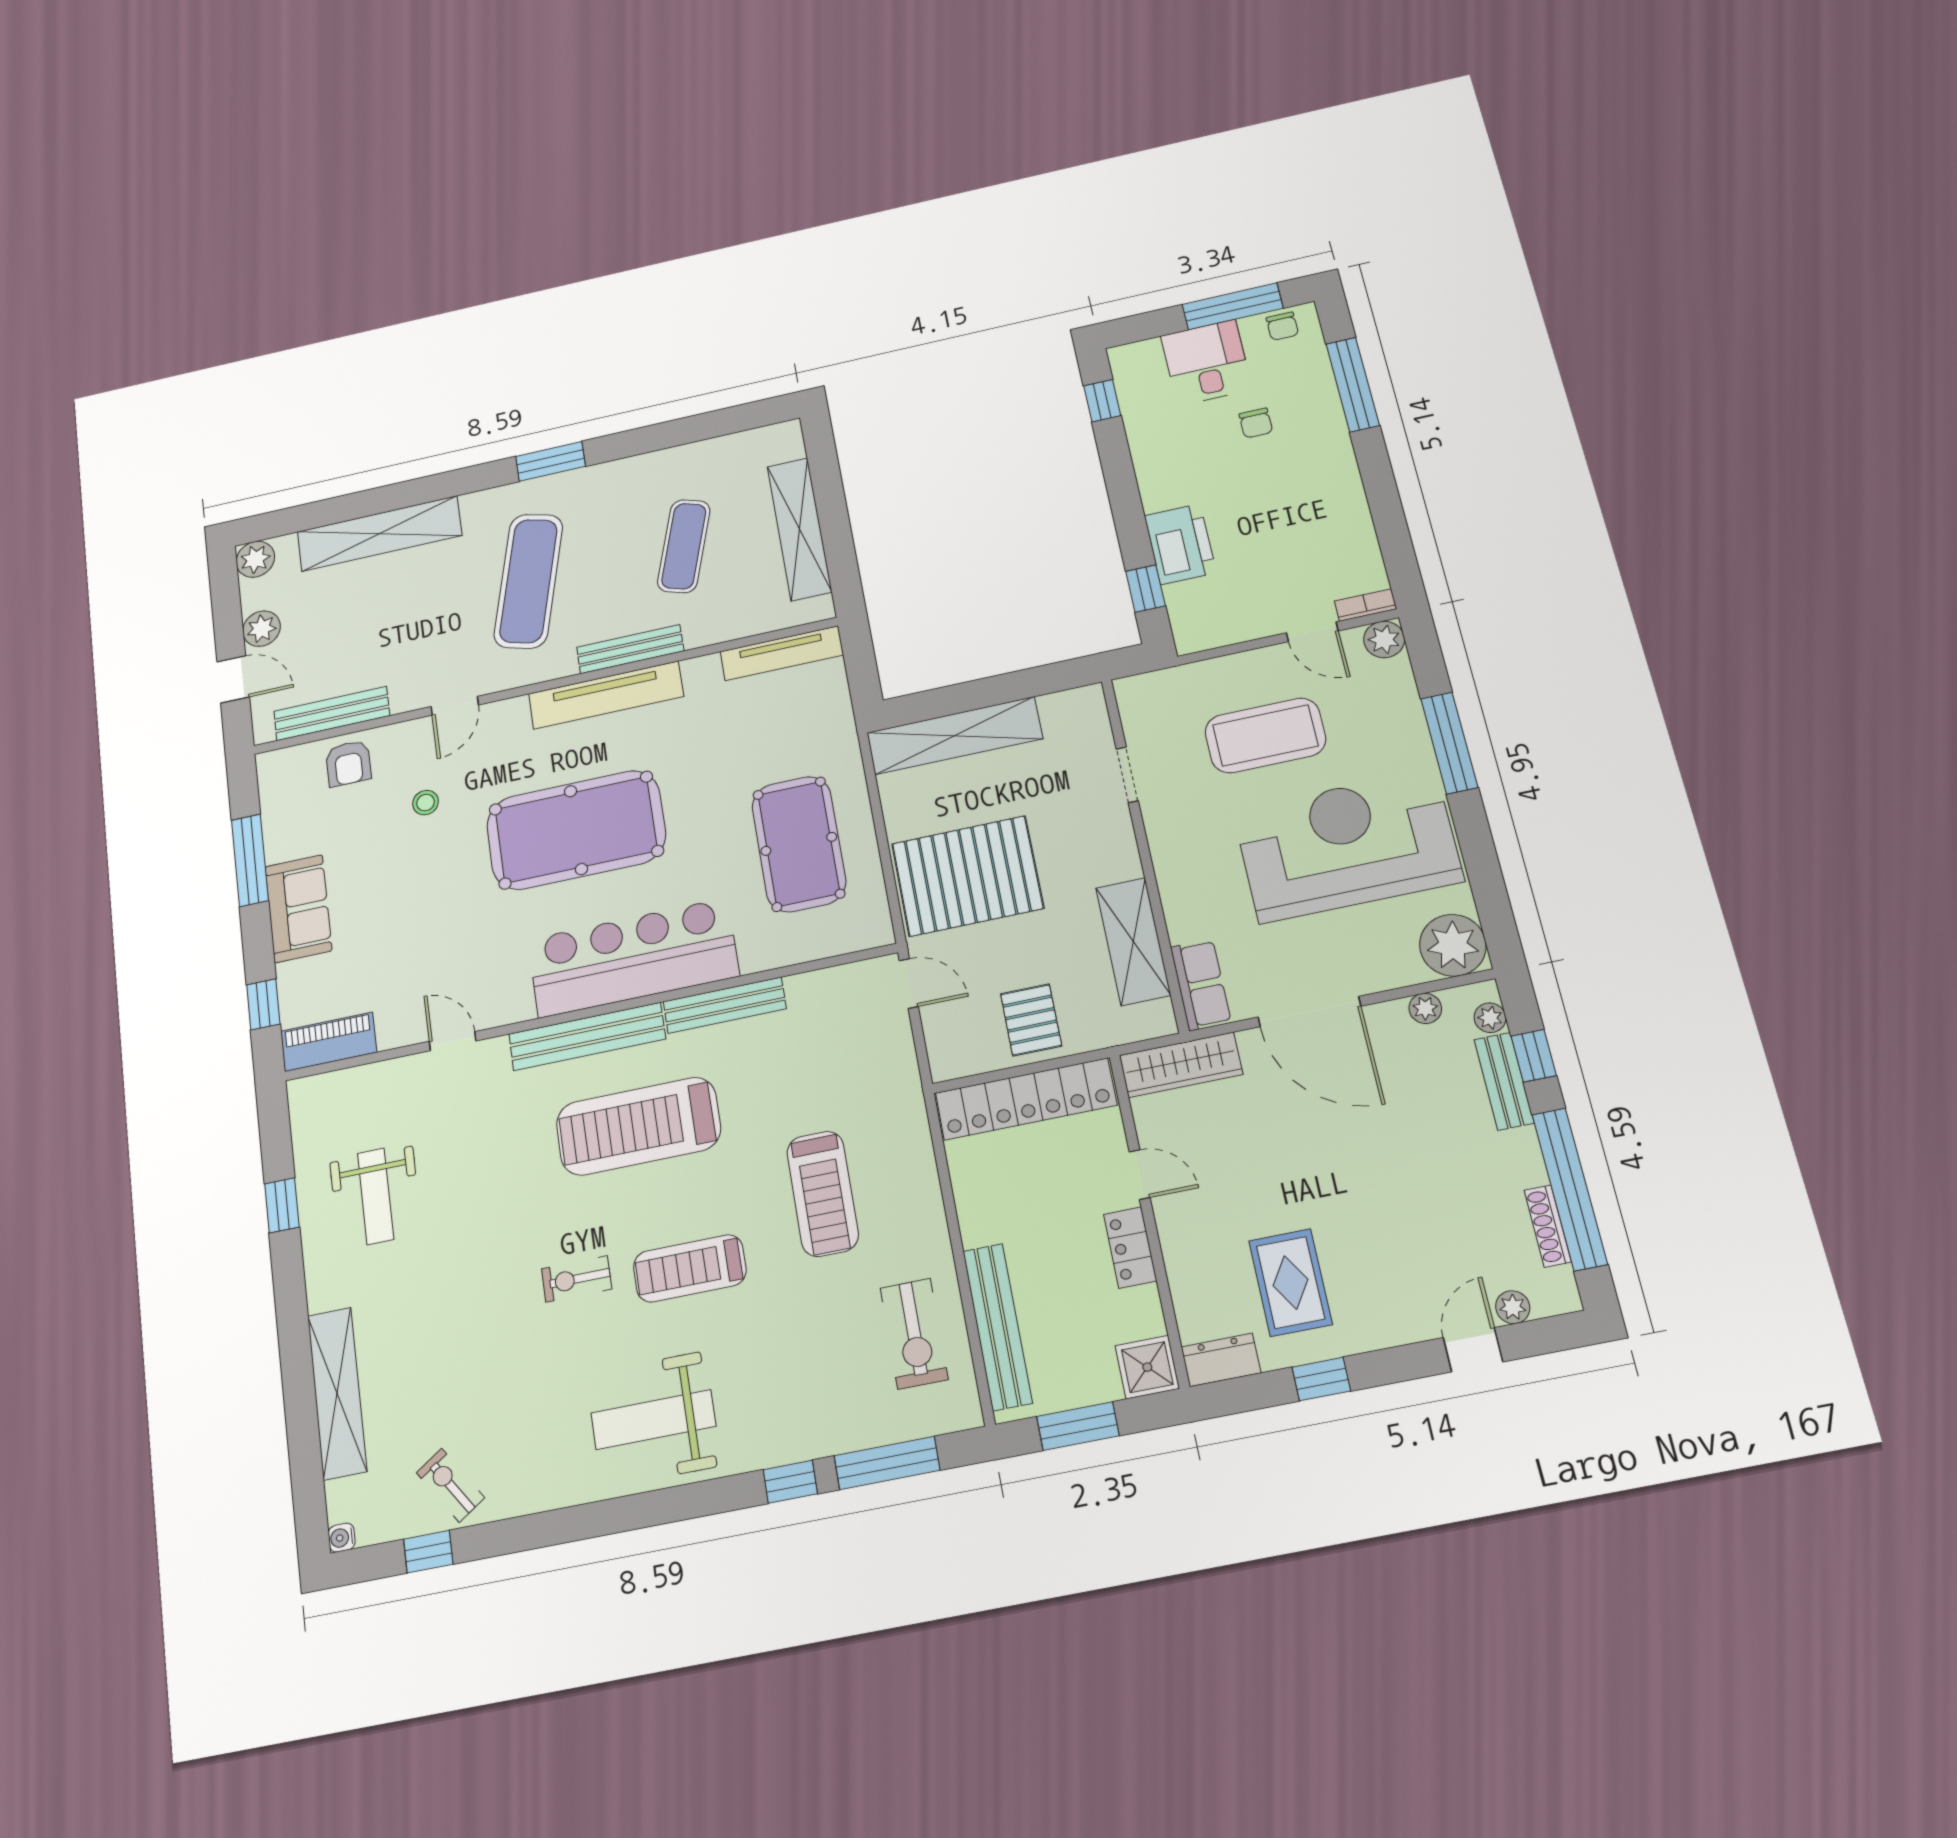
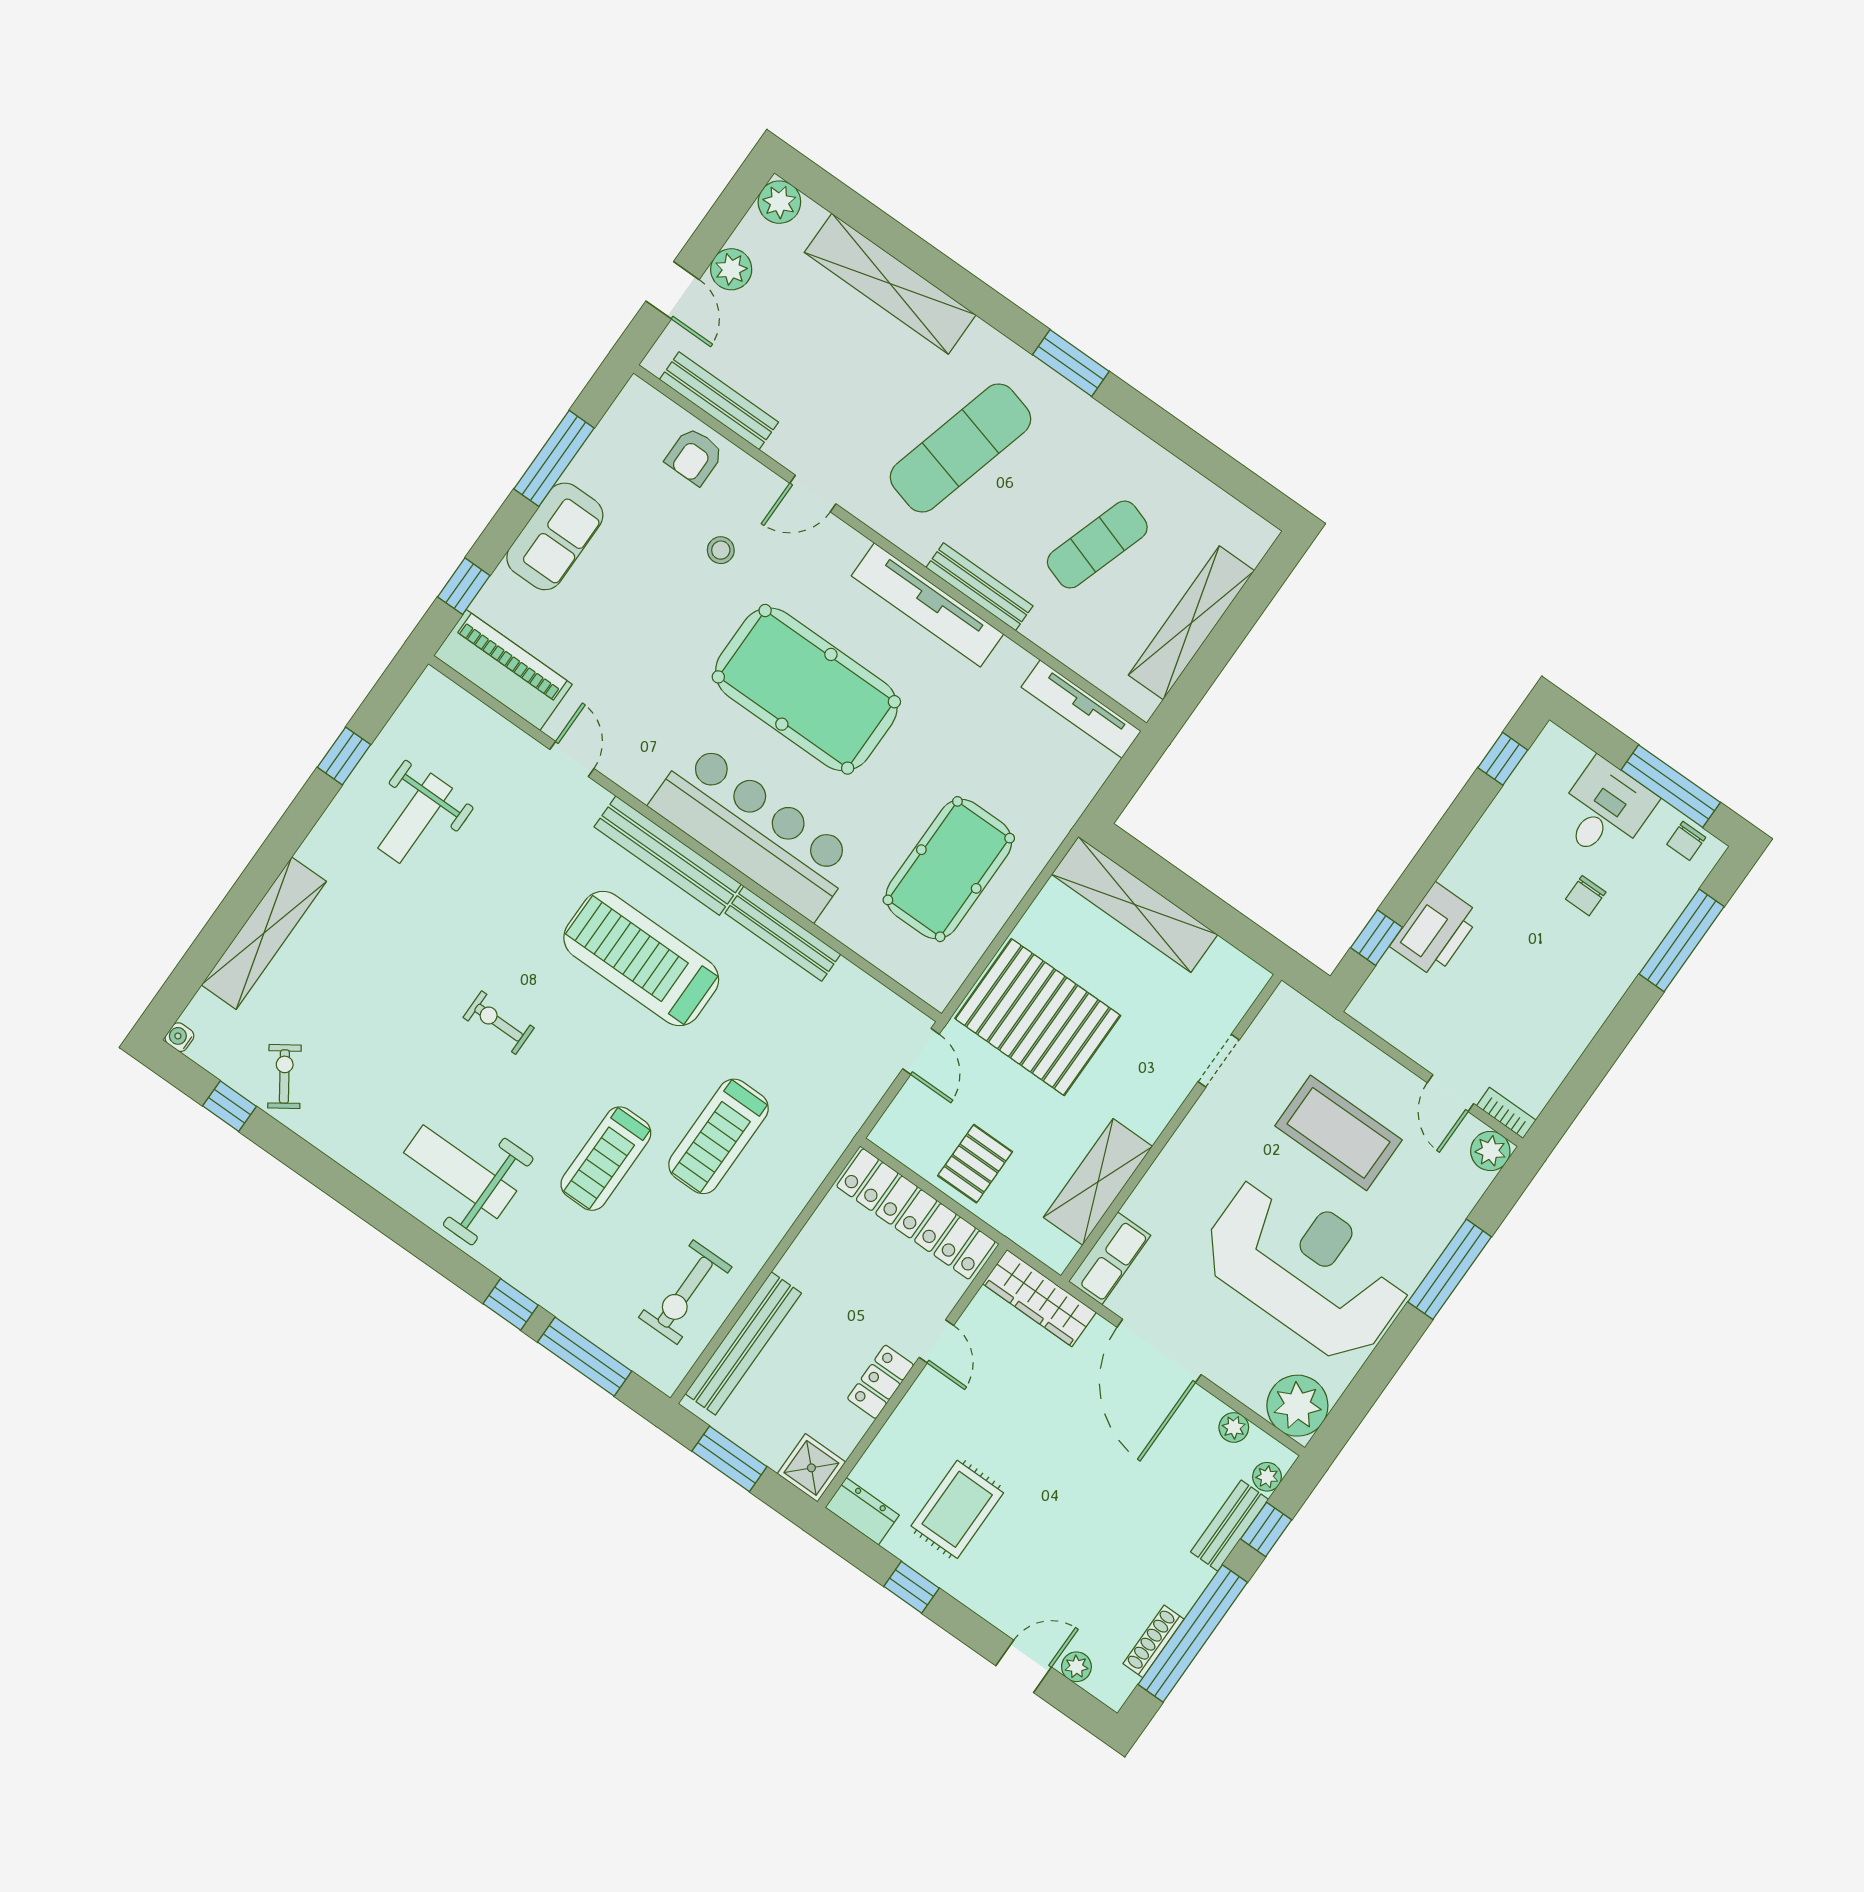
piano: (329, 1042) -> (503, 670), width x1.37, depth x1.33
treadmill: (690, 1268) -> (606, 1159), moved, turned -90

